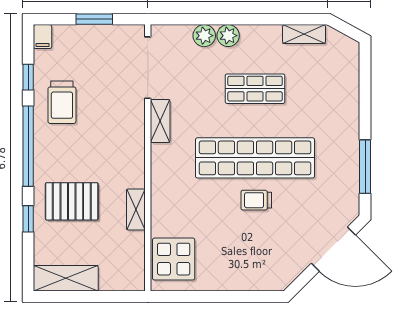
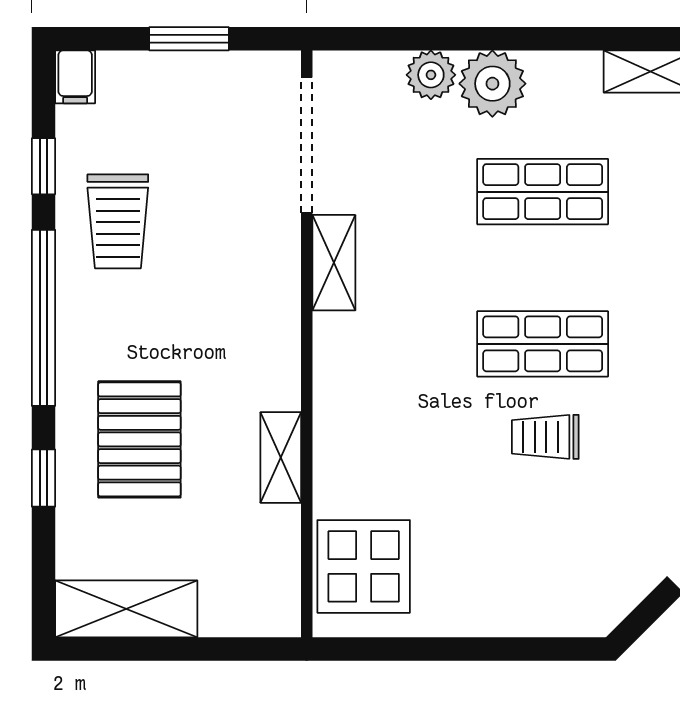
plant: (228, 36) -> (492, 84), width x1.36, depth x1.36
shop shelf: (255, 158) -> (543, 344), width x0.50, depth x0.74
pallet: (72, 201) -> (139, 439), turned 90

